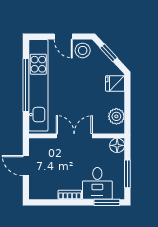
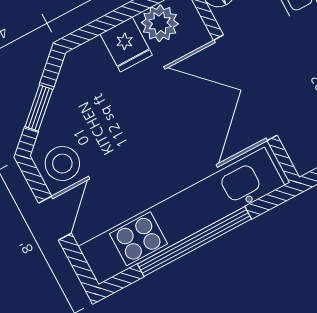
fridge: (115, 83) -> (126, 45), moved
double door: (74, 136) -> (245, 88), width x1.37

